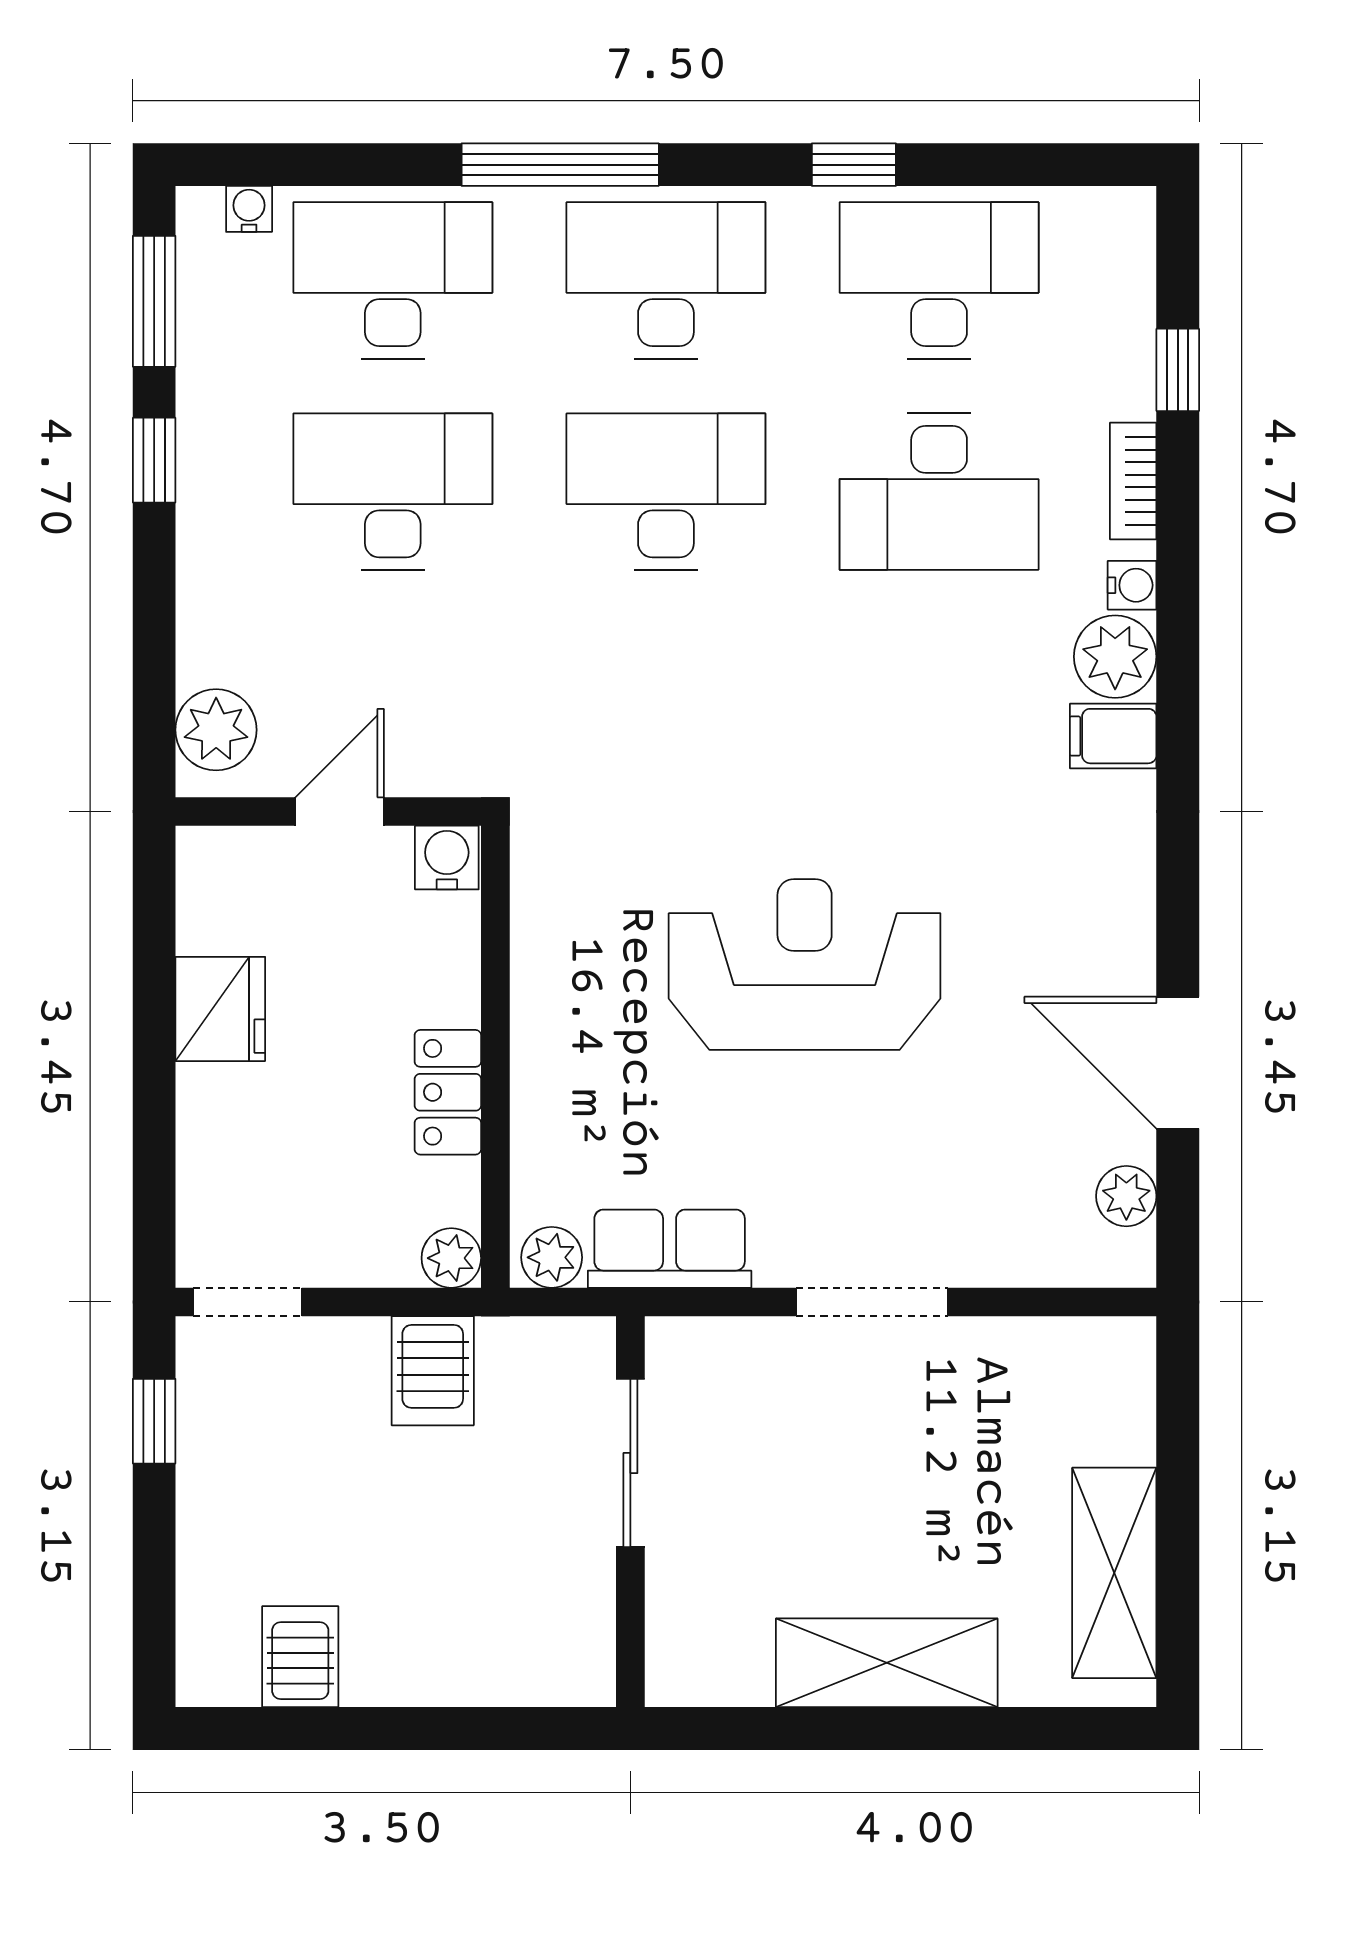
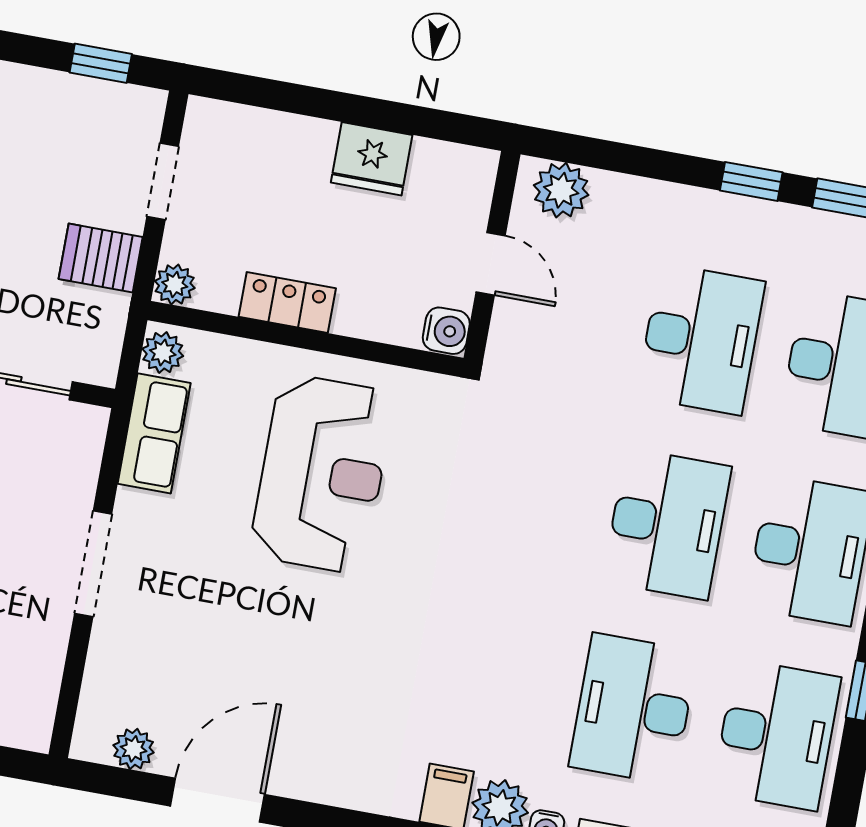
reception desk: (805, 965) -> (322, 474), moved
doorway: (248, 1302) -> (163, 181), moved

